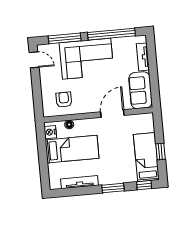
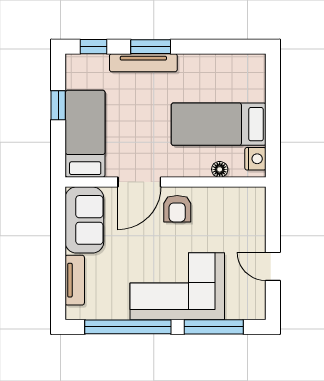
door: (34, 60) -> (273, 266), moved
armchair: (64, 100) -> (177, 209), moved
bed: (146, 157) -> (85, 134), moved, turned 180
tv unit: (80, 182) -> (143, 63), moved

